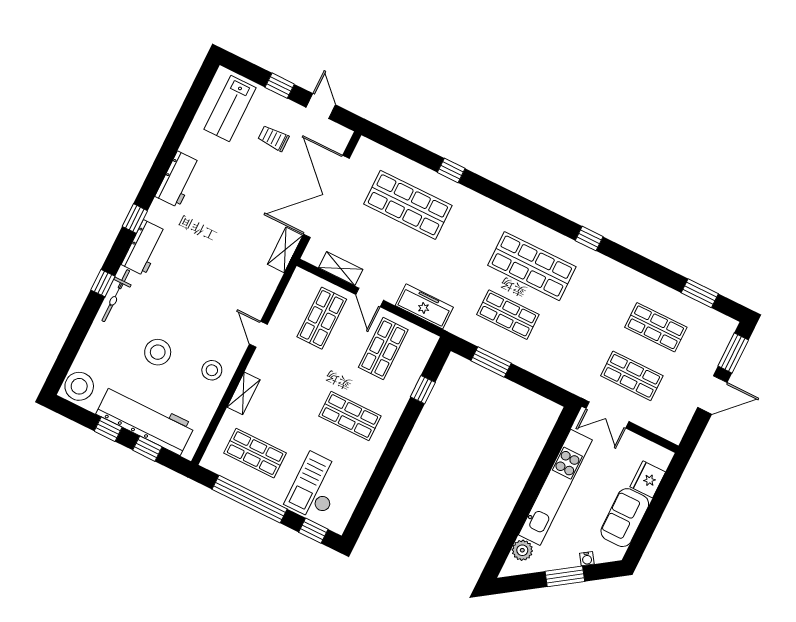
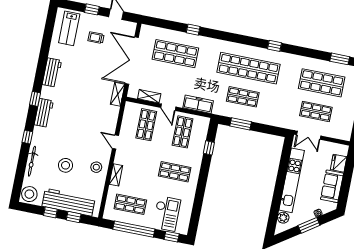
shop shelf: (532, 266) -> (248, 68), width x1.40
bicycle: (116, 296) -> (32, 161), moved
shop shelf: (656, 327) -> (322, 83), width x1.43, depth x1.36
checkout: (316, 487) -> (167, 213), turned 180

